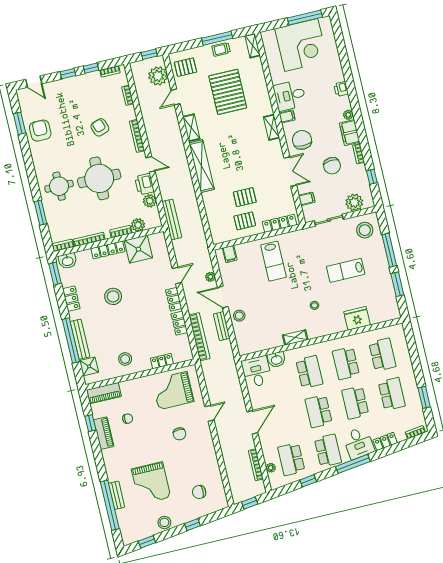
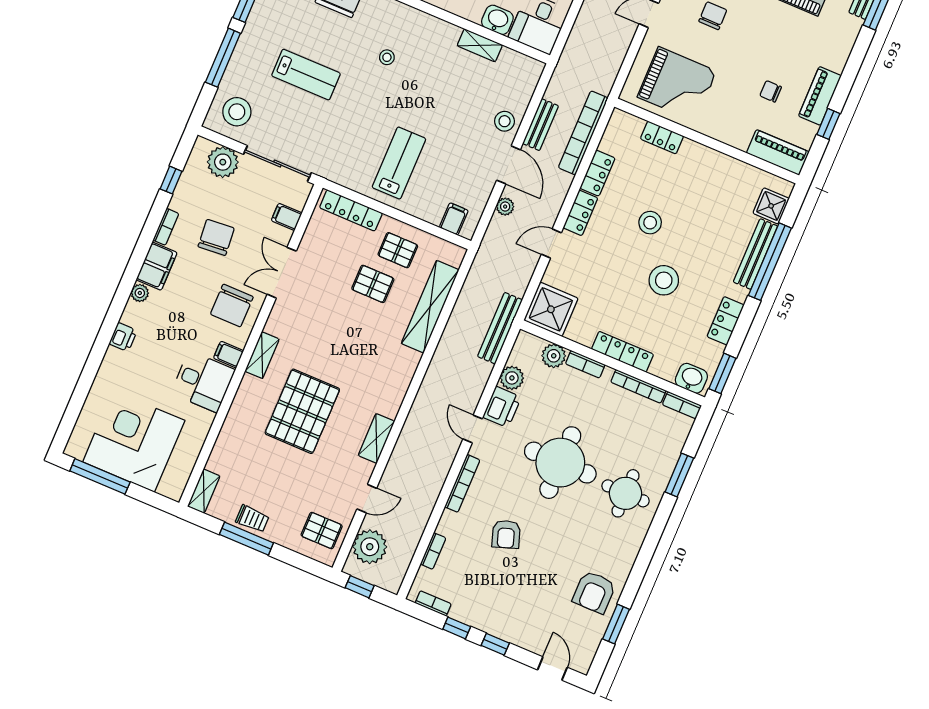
pallet: (228, 92) -> (302, 411), moved
shelving: (202, 166) -> (430, 307), moved
sliding door: (329, 220) -> (277, 164), width x1.37
shower: (138, 249) -> (551, 309), moved
shelving: (295, 337) -> (480, 45), moved
stool: (125, 359) -> (650, 223), moved

